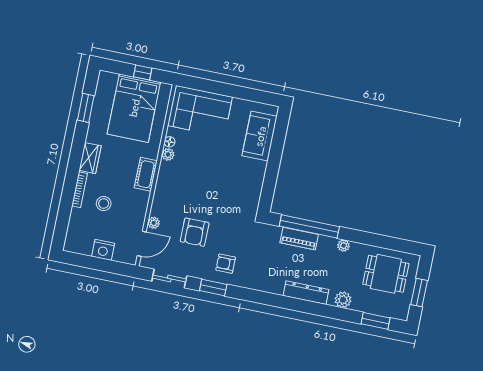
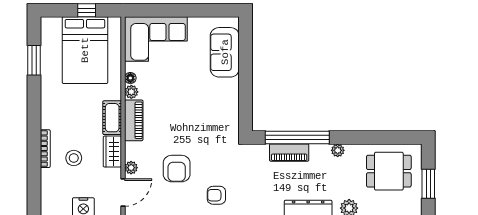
wardrobe: (90, 158) -> (112, 152), moved, turned 180
piano: (165, 181) -> (134, 120), added

